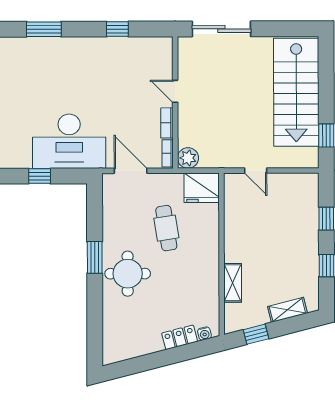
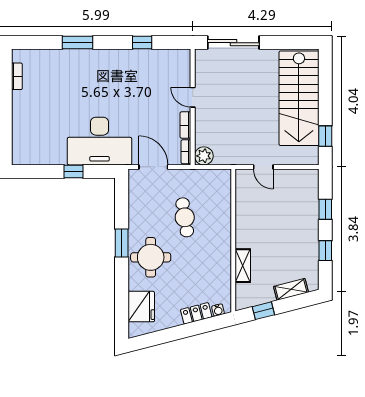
fridge: (202, 188) -> (141, 307), moved, turned -90

